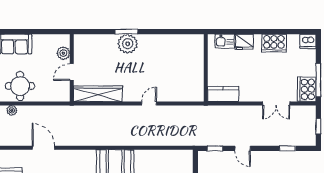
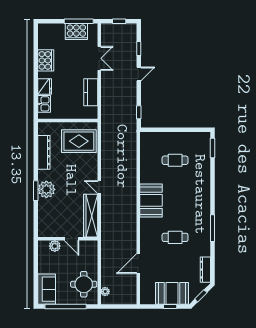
dresser: (170, 41) -> (44, 152), added
dishwasher: (308, 41) -> (44, 30), removed
rug: (182, 80) -> (79, 141), added
cooker: (307, 89) -> (76, 31), moved
kitchen counter: (223, 94) -> (91, 92), moved
door: (149, 104) -> (99, 187), moved
door: (243, 148) -> (139, 74), moved

